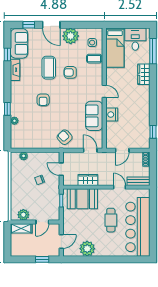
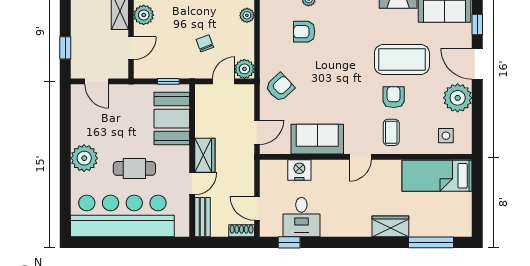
door: (51, 25) -> (477, 64), hinge flipped
desk: (135, 39) -> (301, 217), moved, turned 90
coffee table: (94, 59) -> (391, 132), moved
coffee table: (49, 68) -> (402, 59), width x1.36, depth x1.32
armchair: (43, 100) -> (304, 32), moved
nightstand: (112, 115) -> (299, 170), moved
door: (122, 150) -> (257, 208), moved
plant: (54, 157) -> (244, 69), added
wardrobe: (88, 180) -> (205, 155), moved
door: (42, 222) -> (131, 48), swing flipped
plant: (87, 249) -> (84, 158), moved

